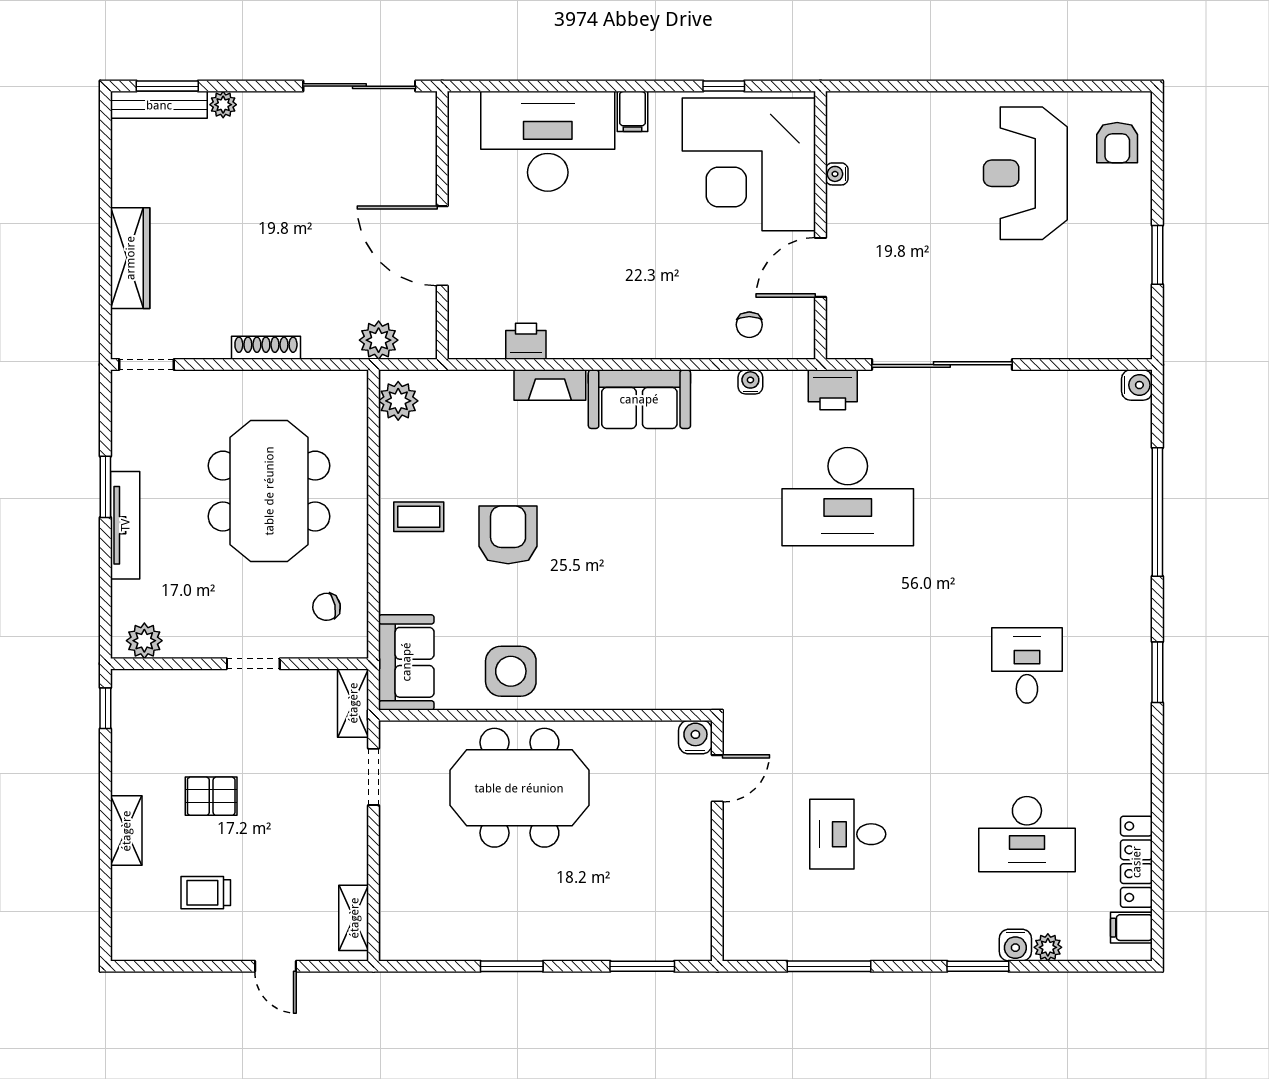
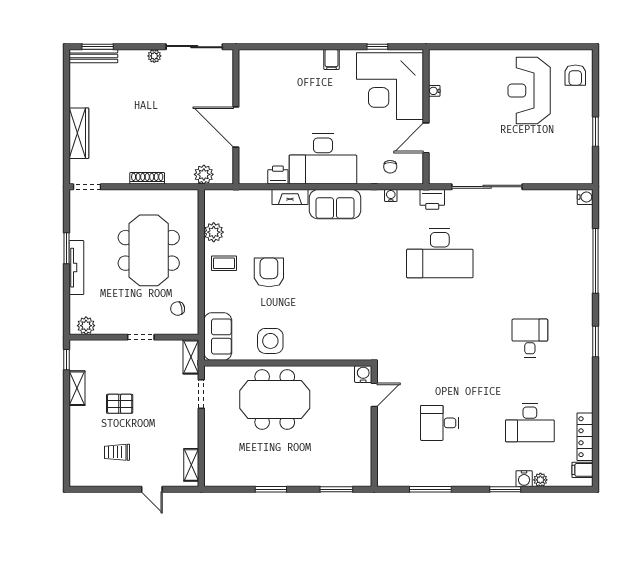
plant: (223, 105) -> (154, 56), moved
desk: (548, 141) -> (323, 159), moved, turned 180
plant: (398, 401) -> (214, 232), moved
shelving: (126, 831) -> (77, 388), moved

